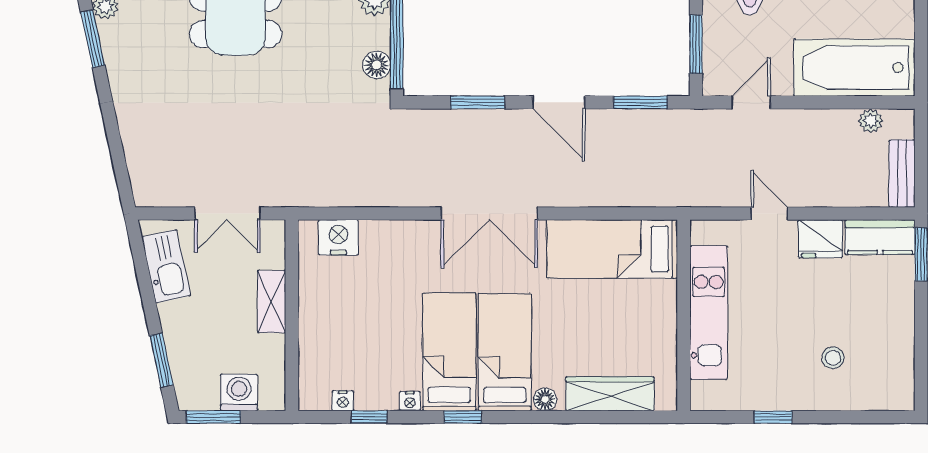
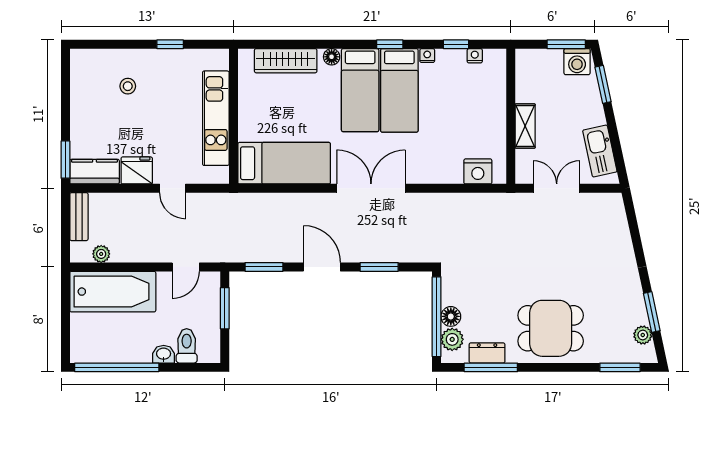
floor lamp: (377, 65) -> (451, 316), moved
washing machine: (239, 392) -> (577, 62), moved

